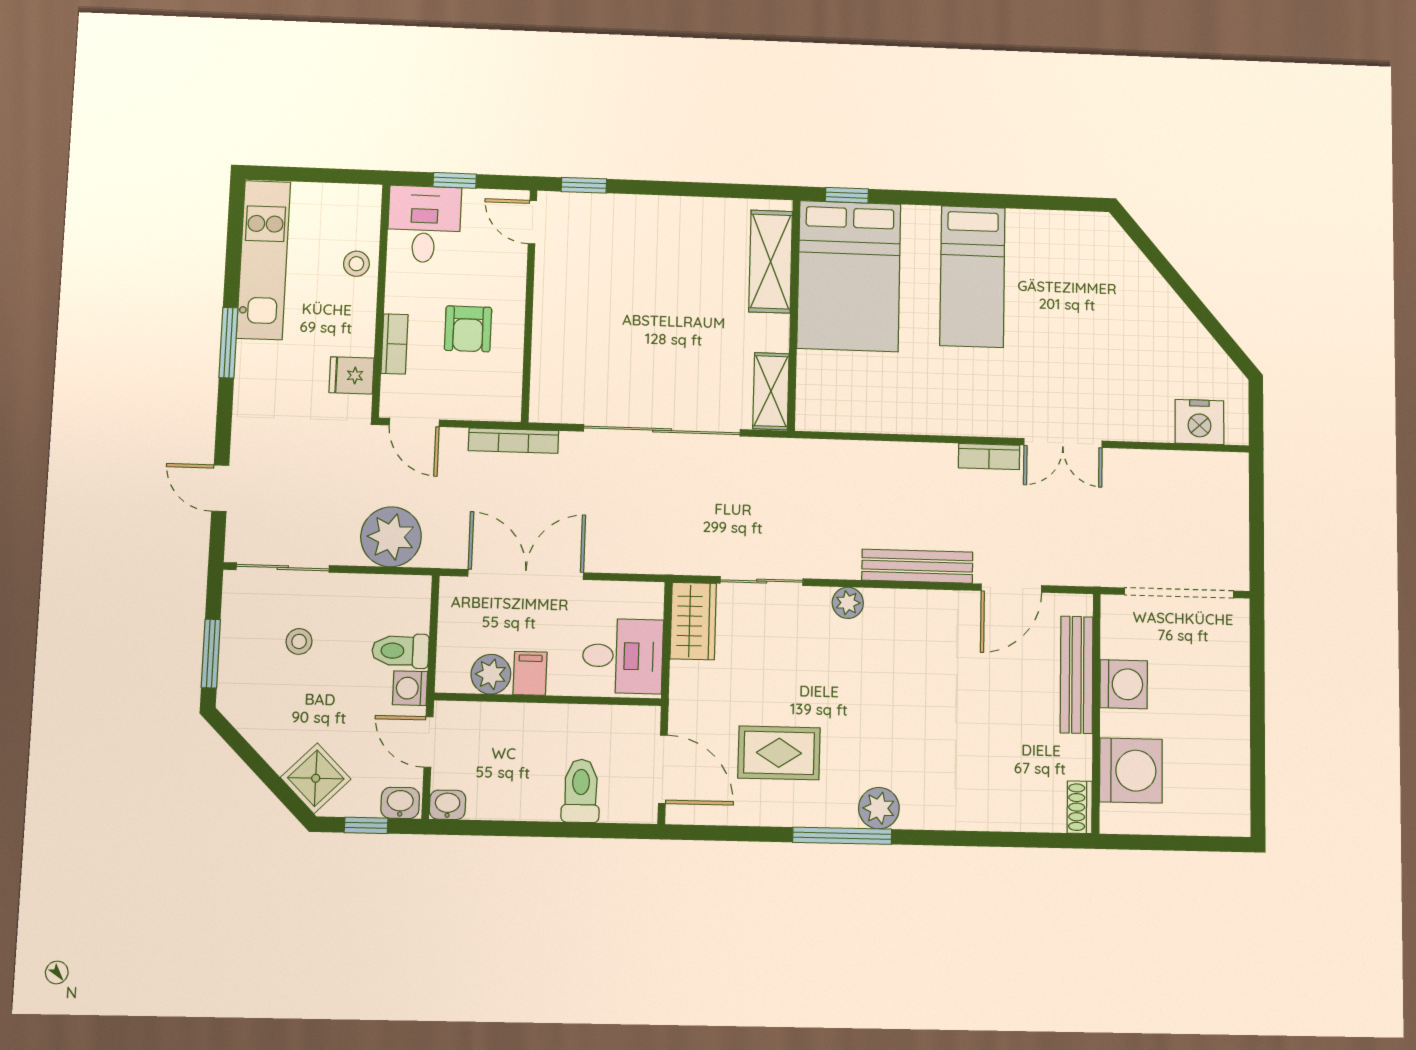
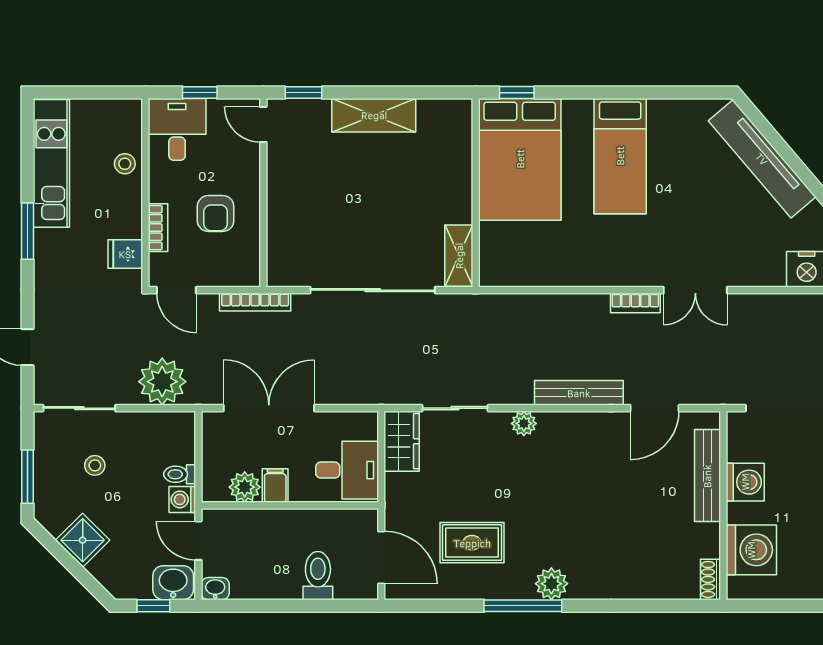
shelving: (771, 262) -> (374, 115), moved, turned 90
tv unit: (1145, 286) -> (762, 159), added
toilet: (400, 651) -> (180, 474), width x0.73, depth x0.72
shower: (316, 778) -> (83, 540), moved
washbasin: (400, 803) -> (173, 583), width x1.38, depth x1.45

